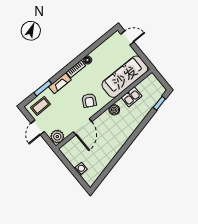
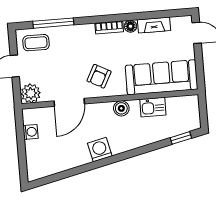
fireplace: (60, 83) -> (154, 25), moved
window: (43, 88) -> (53, 23), width x1.44
washing machine: (118, 141) -> (100, 150), added
washing machine: (81, 169) -> (31, 132), moved

